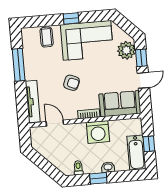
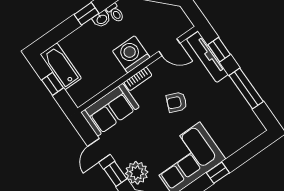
coffee table: (47, 37) -> (233, 137), removed
window: (22, 102) -> (219, 50), added
washing machine: (98, 132) -> (131, 54), moved
washbasin: (108, 167) -> (102, 19), moved

